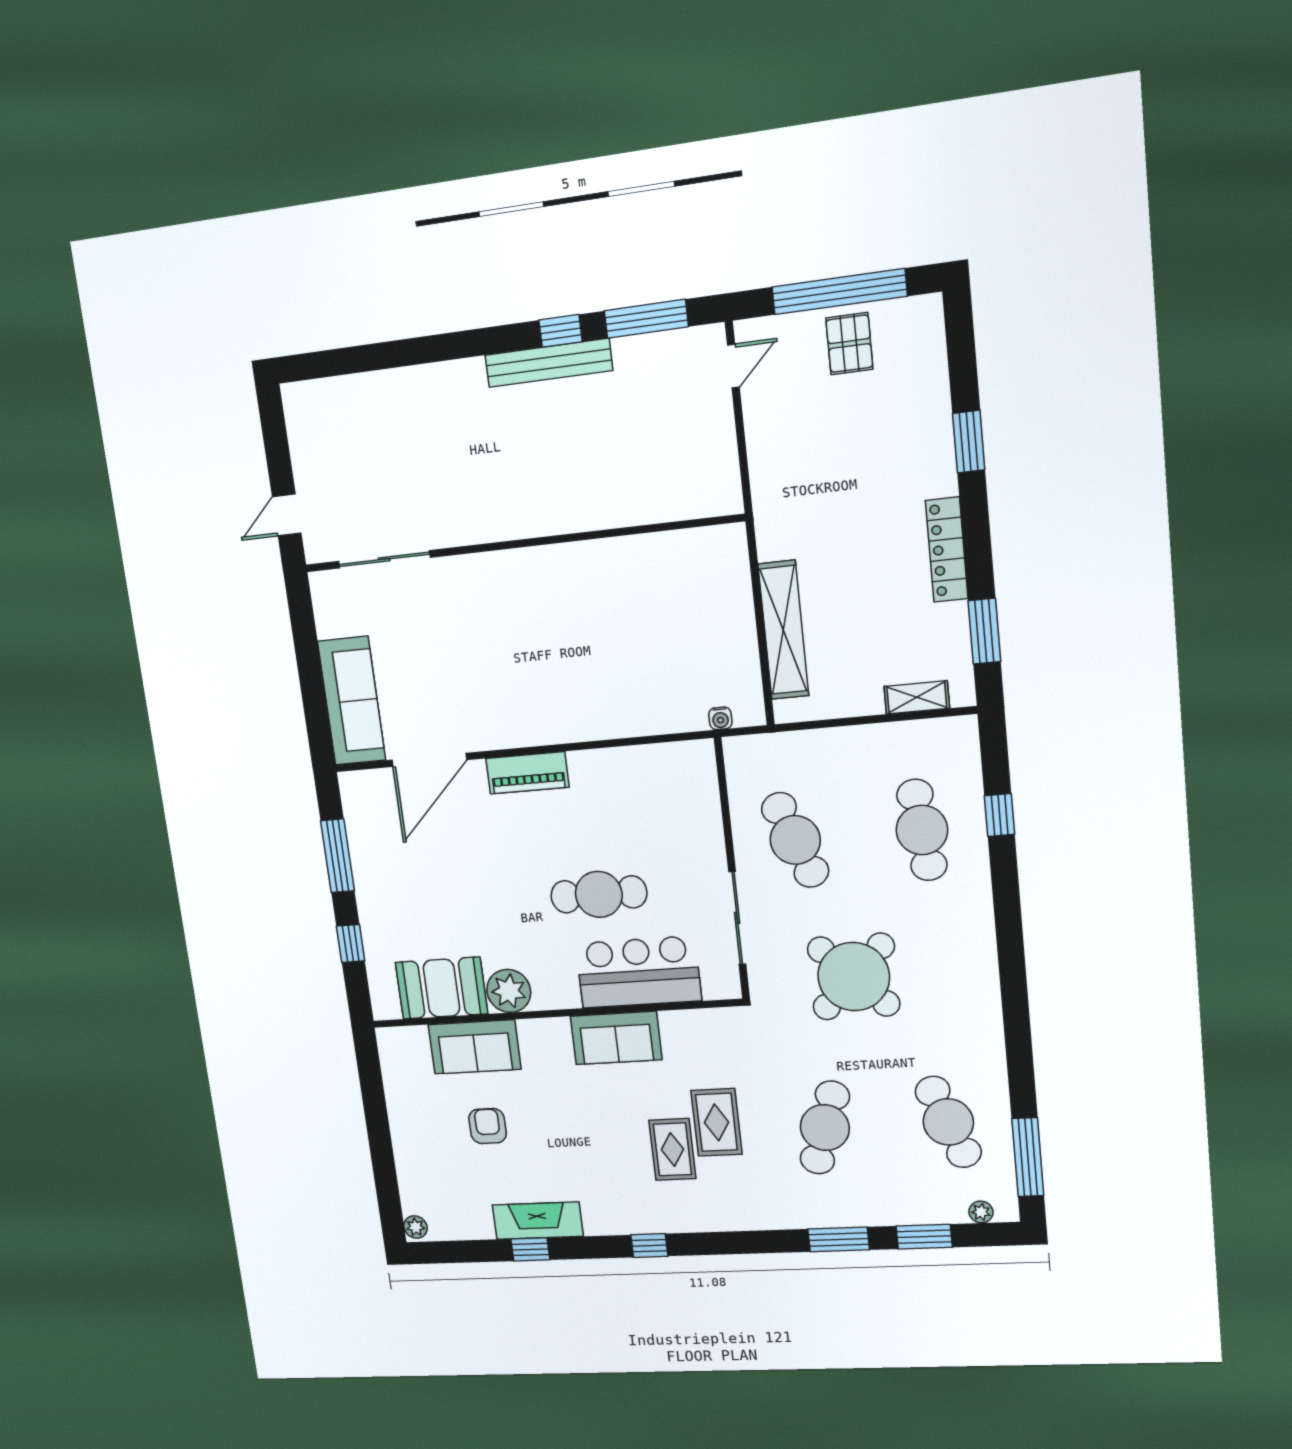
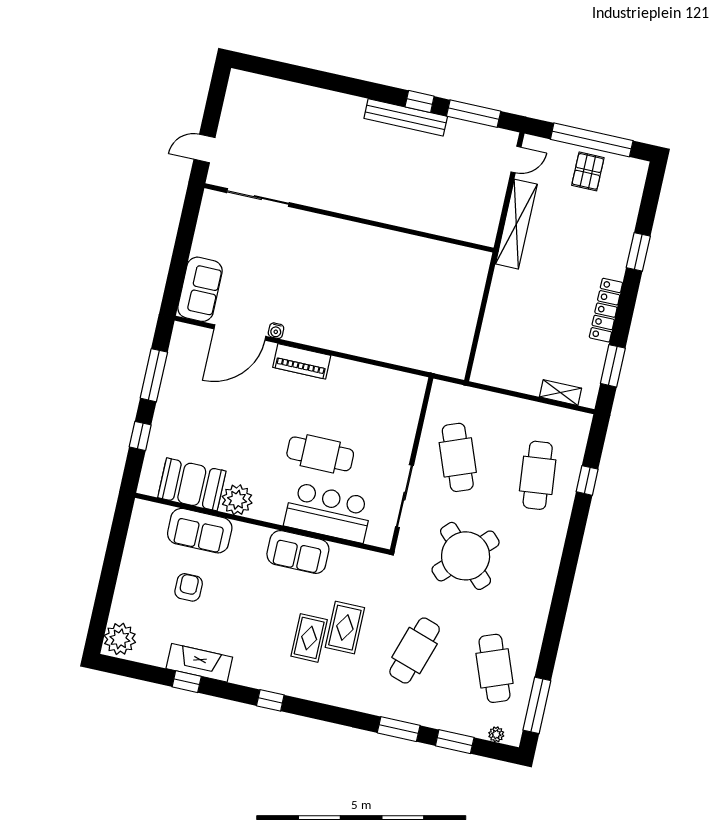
shelving: (783, 630) -> (516, 224), moved
sofa: (352, 701) -> (200, 289), width x0.73
water cooler: (720, 718) -> (276, 331), moved
plant: (416, 1227) -> (120, 639), width x1.88, depth x1.88

